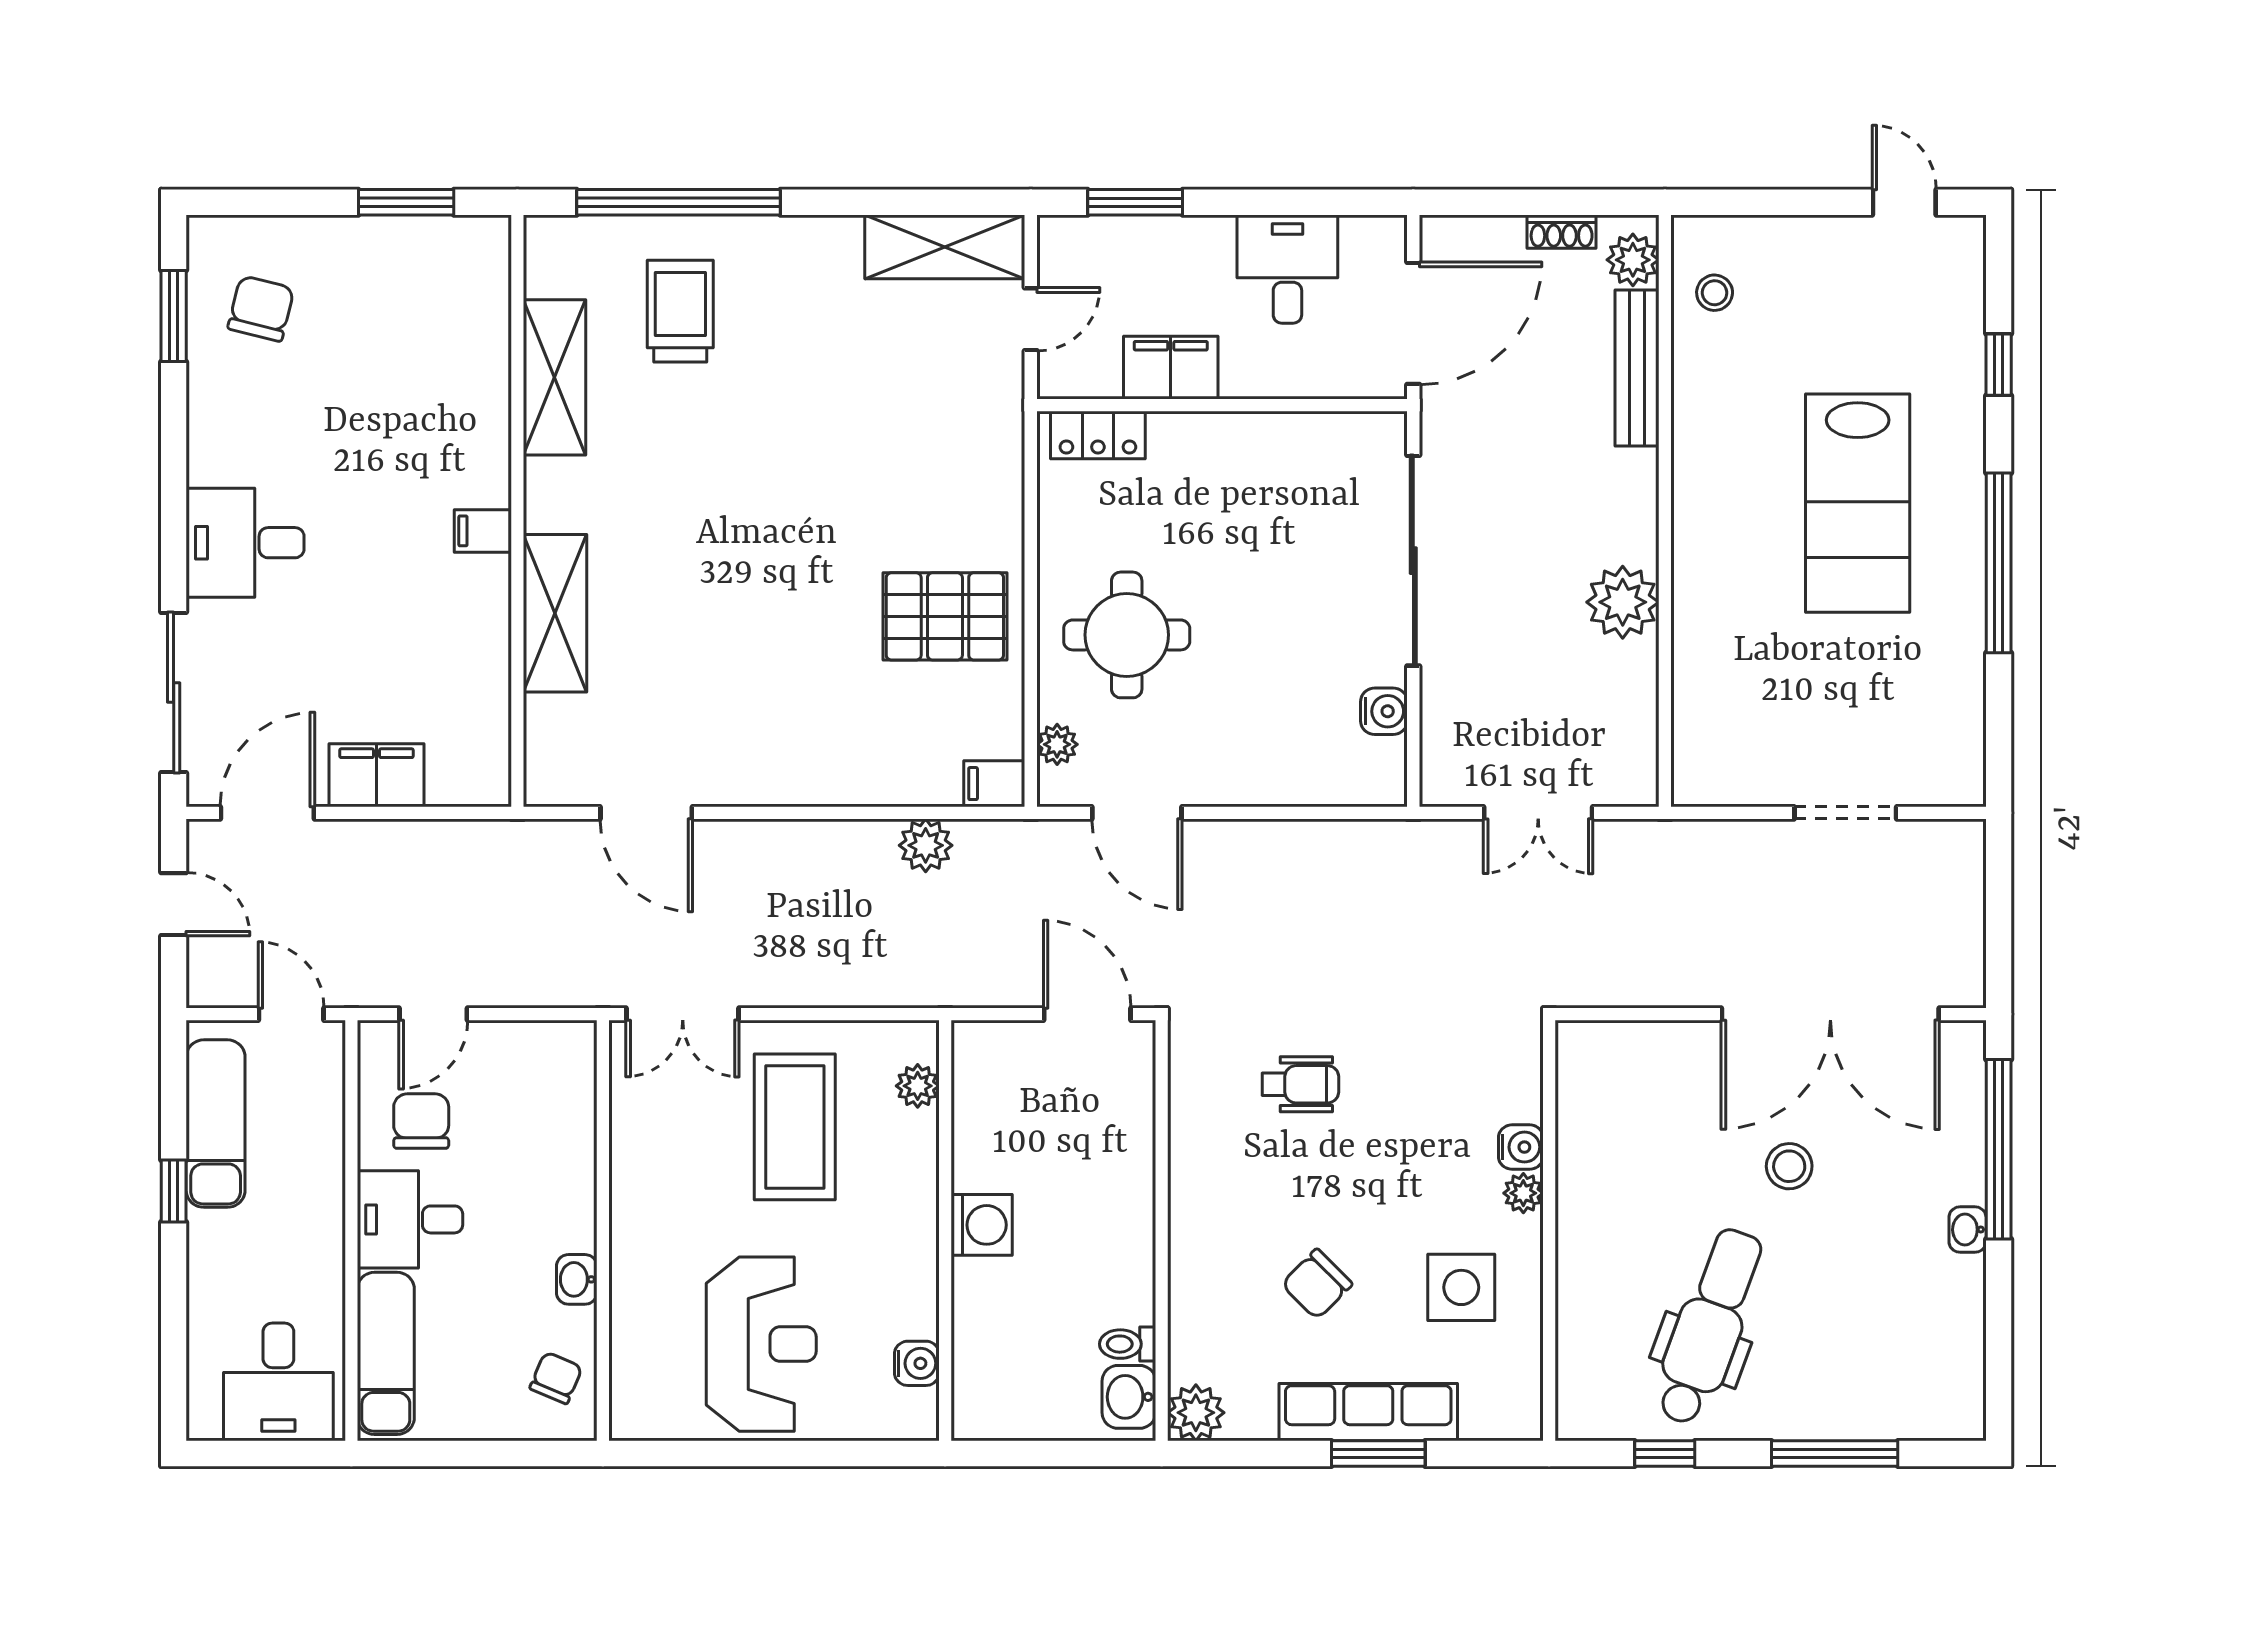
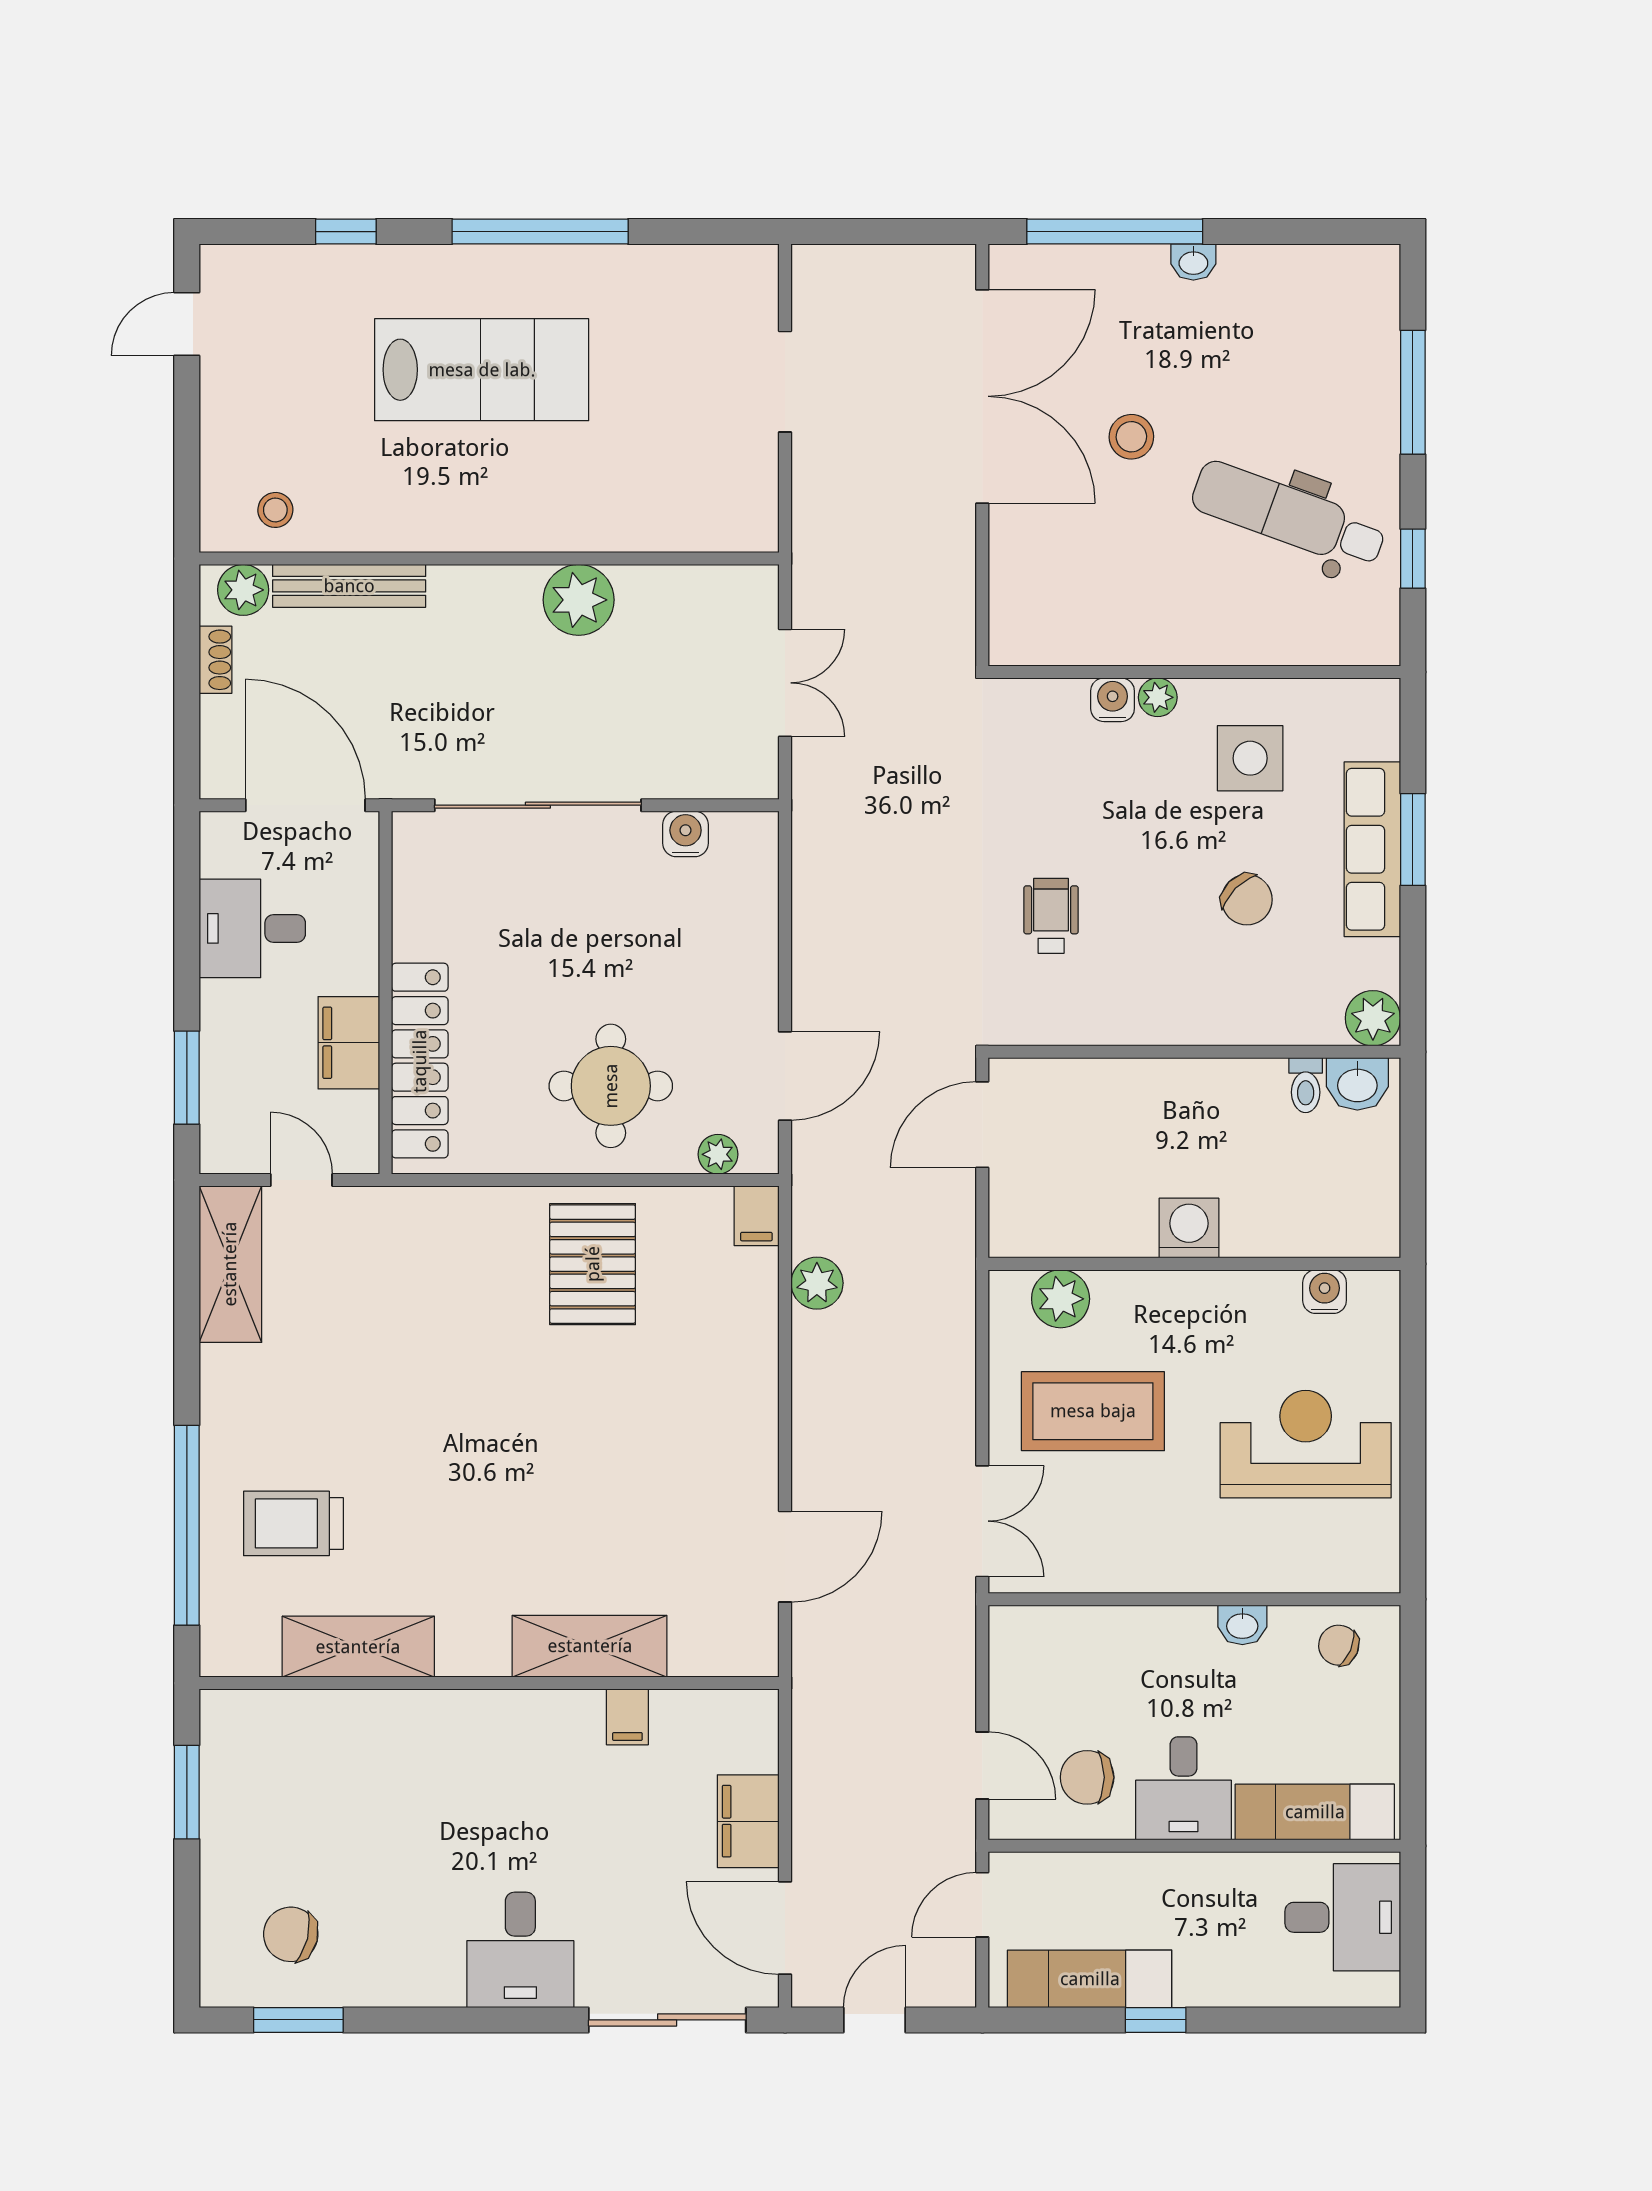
locker: (1098, 435) -> (420, 1061), width x2.16, depth x1.21
filing cabinet: (483, 531) -> (627, 1717), moved
plant: (918, 1086) -> (1061, 1299), width x1.38, depth x1.38

